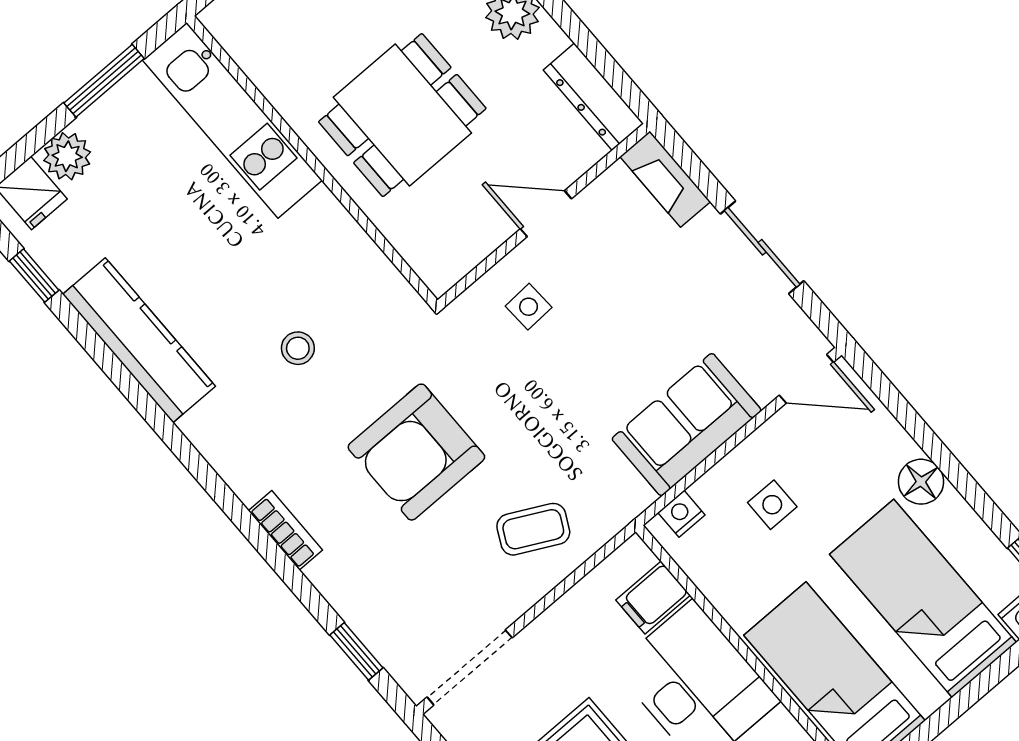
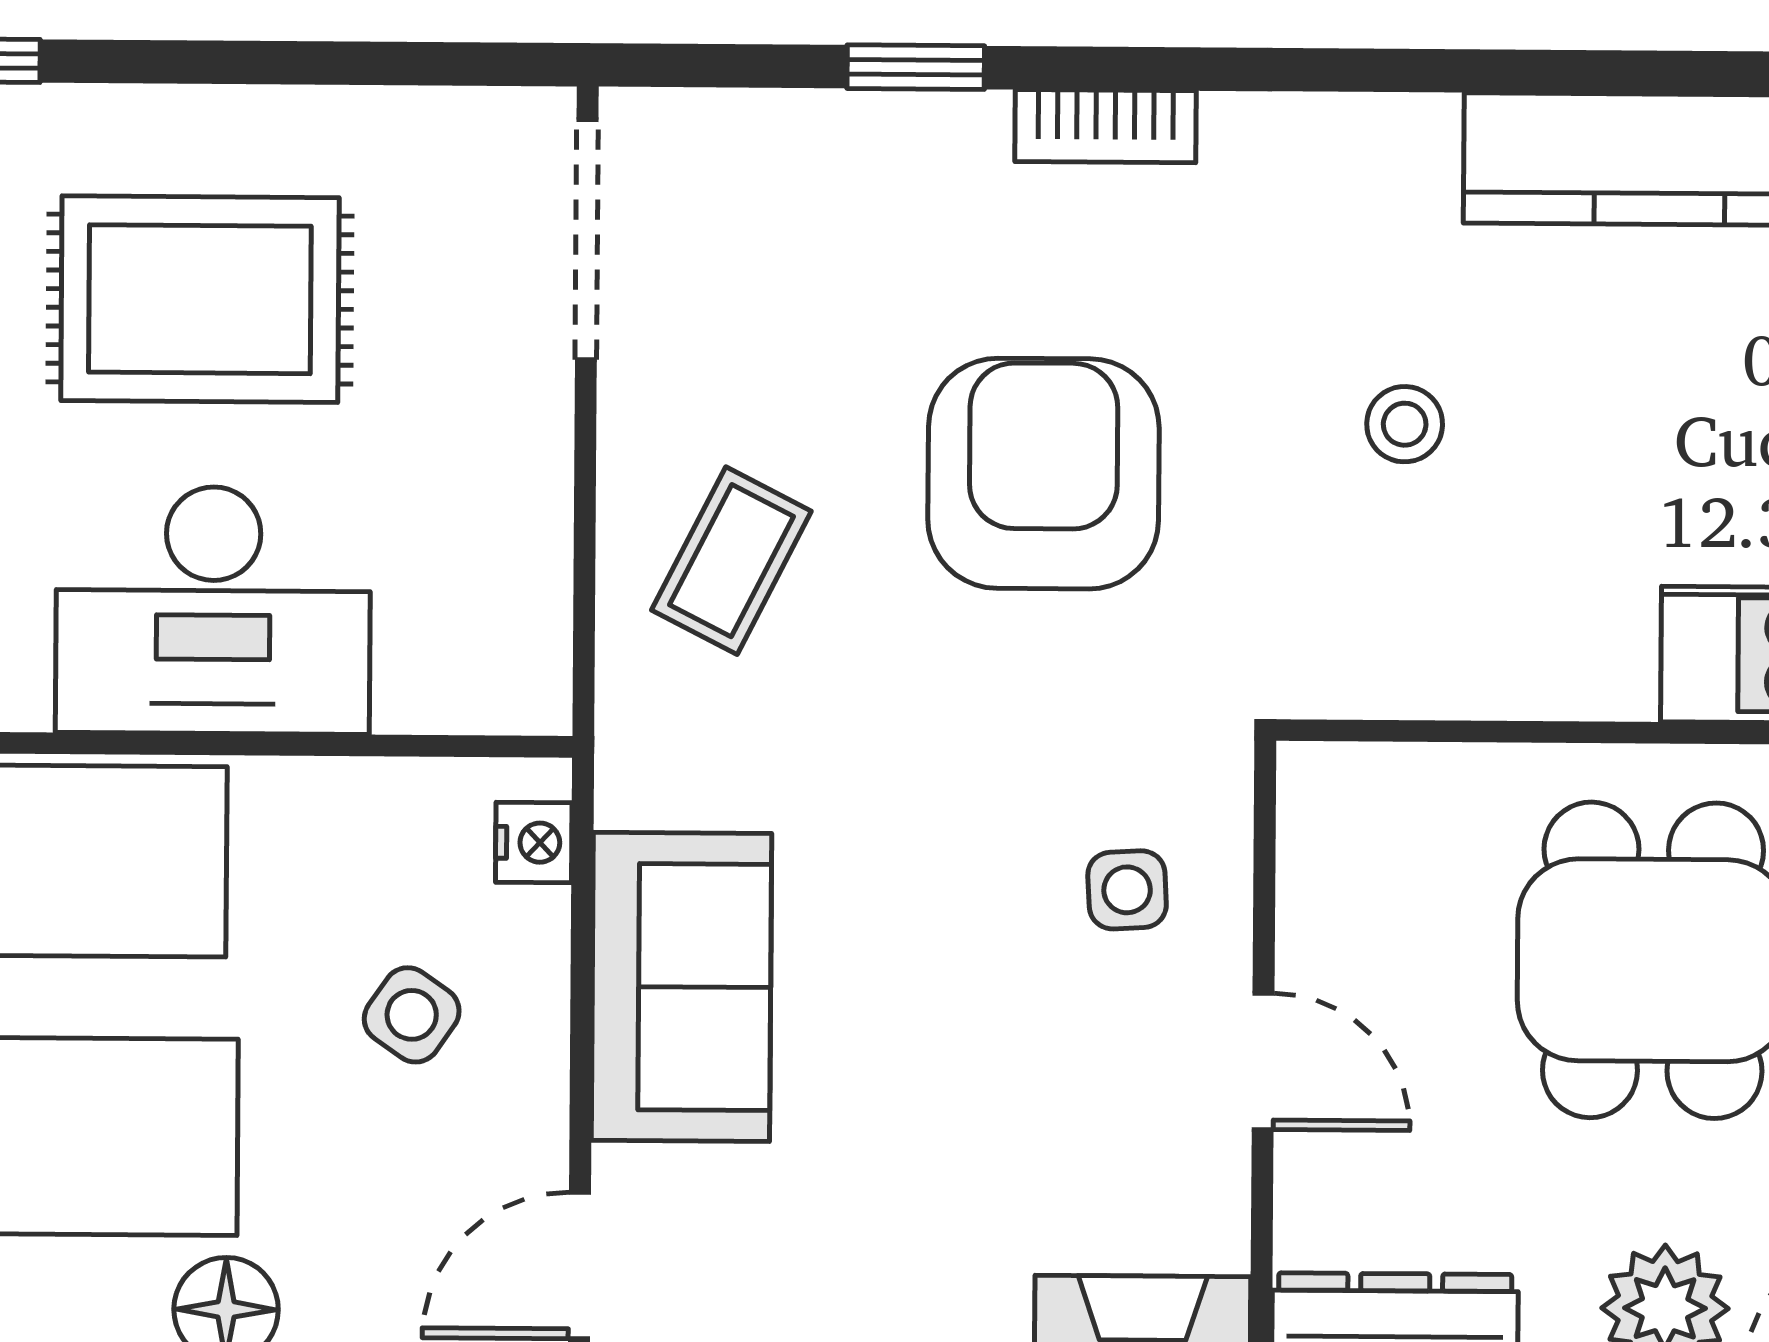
door: (546, 214) -> (1263, 1061), hinge flipped
side table: (772, 505) -> (412, 1015), turned 35
filing cabinet: (653, 598) -> (430, 666), removed
window: (356, 651) -> (916, 67), moved

